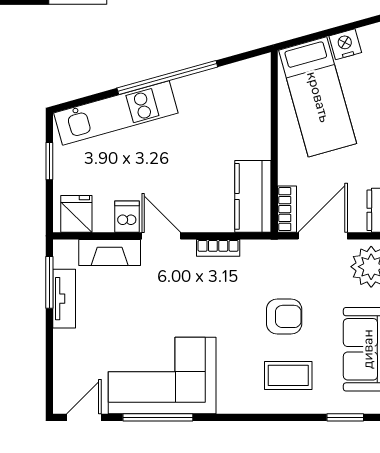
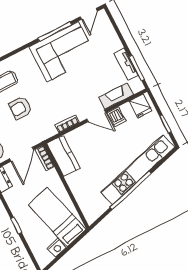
kitchen unit: (116, 113) -> (138, 169), width x1.36

